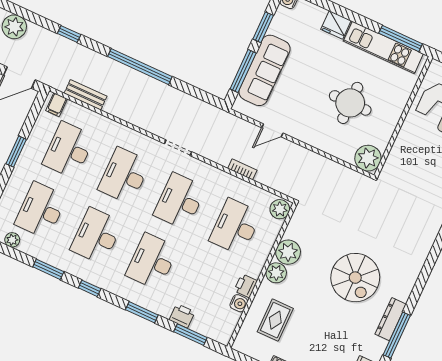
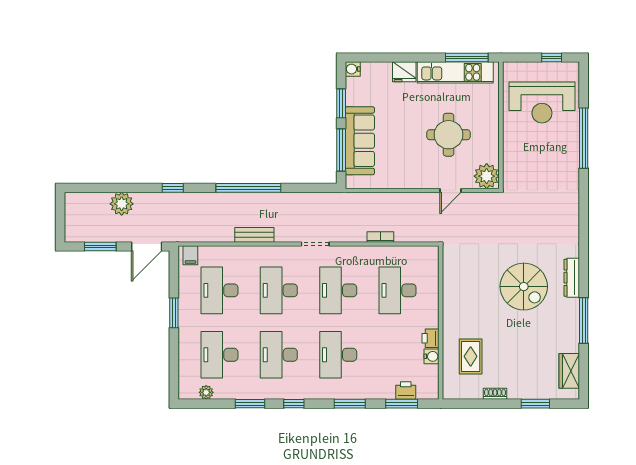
bench: (85, 95) -> (254, 235), moved
door: (272, 130) -> (450, 190), moved
plant: (280, 209) -> (430, 257), removed
plant: (288, 252) -> (454, 291), removed
plant: (276, 273) -> (452, 314), removed
printer: (182, 316) -> (406, 391), moved
dresser: (391, 319) -> (572, 278), moved

